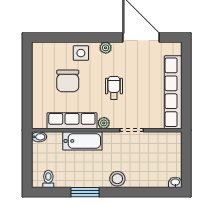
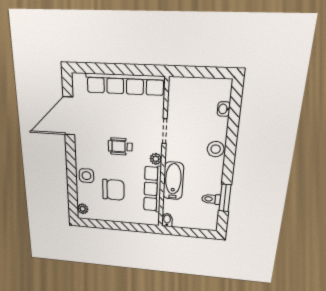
plant: (106, 48) -> (83, 209), moved
toilet: (48, 179) -> (211, 199), moved
washbasin: (175, 182) -> (224, 109), moved
window: (85, 192) -> (225, 198), moved

